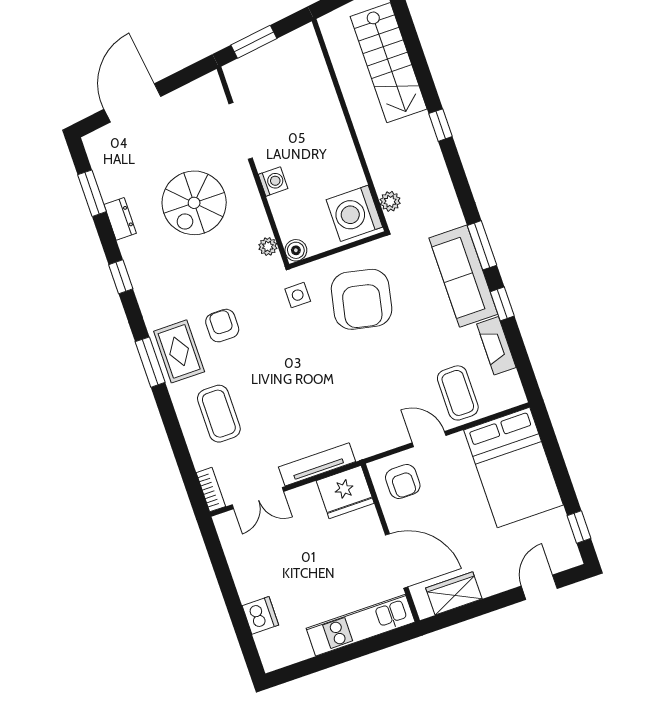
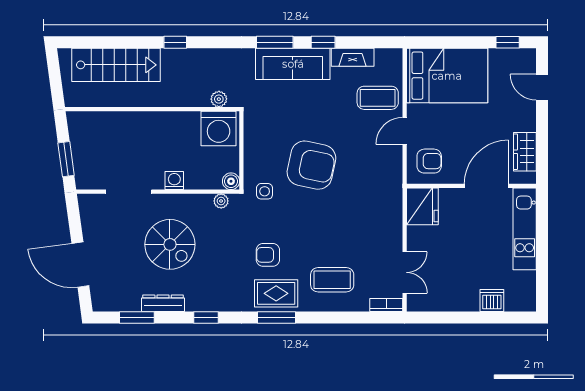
dresser: (120, 219) -> (163, 303), width x1.44
armchair: (362, 299) -> (311, 165), moved
tv unit: (317, 464) -> (395, 220), removed

